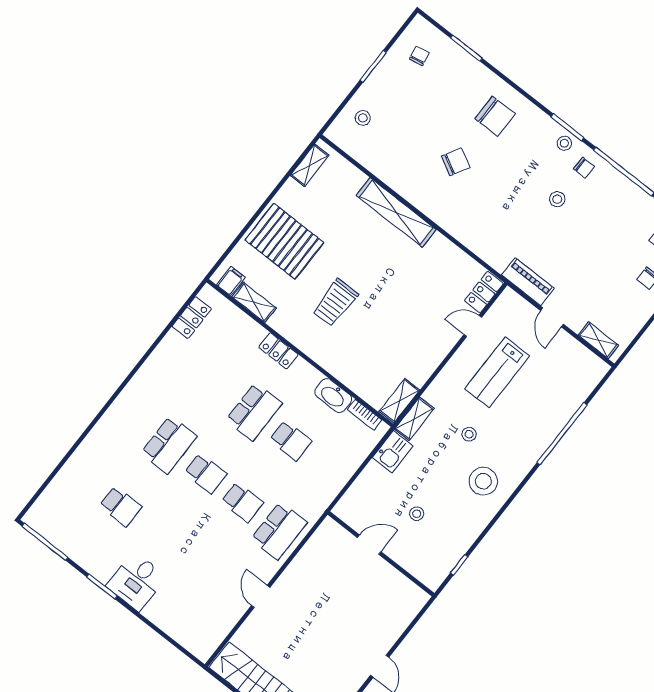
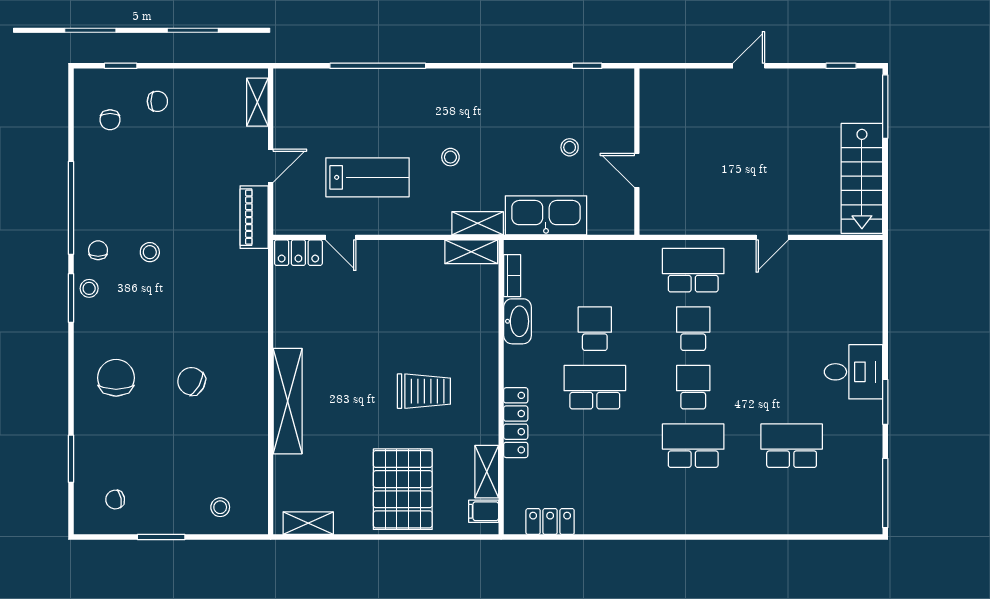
locker: (278, 351) -> (516, 423), width x1.53
kitchen sink: (393, 452) -> (546, 215), width x1.87, depth x1.24
stool: (483, 481) -> (486, 107), removed
school desk: (121, 506) -> (792, 446), width x1.85

